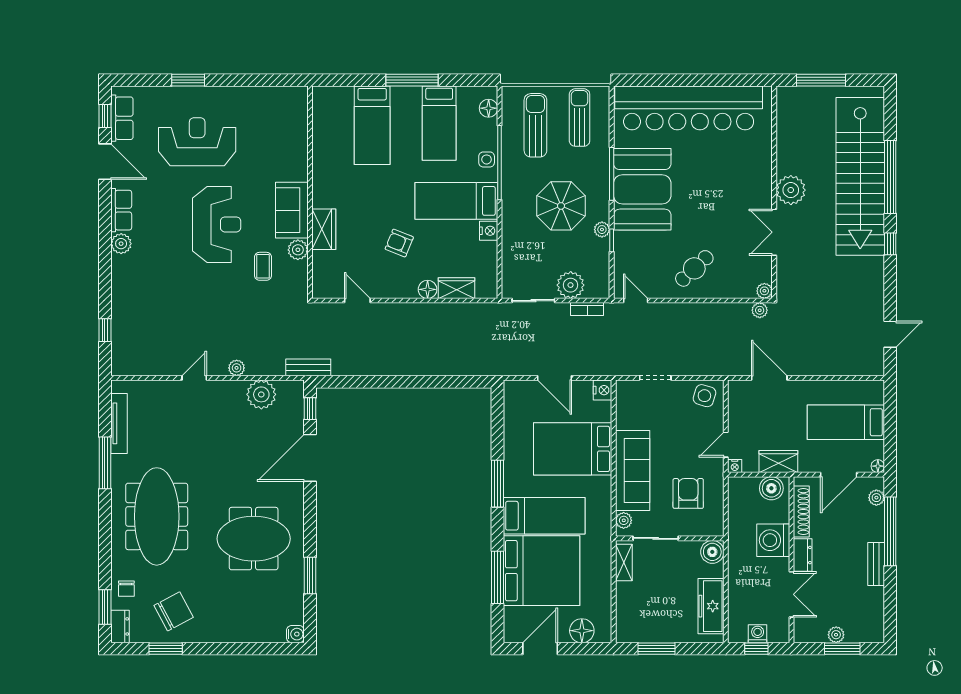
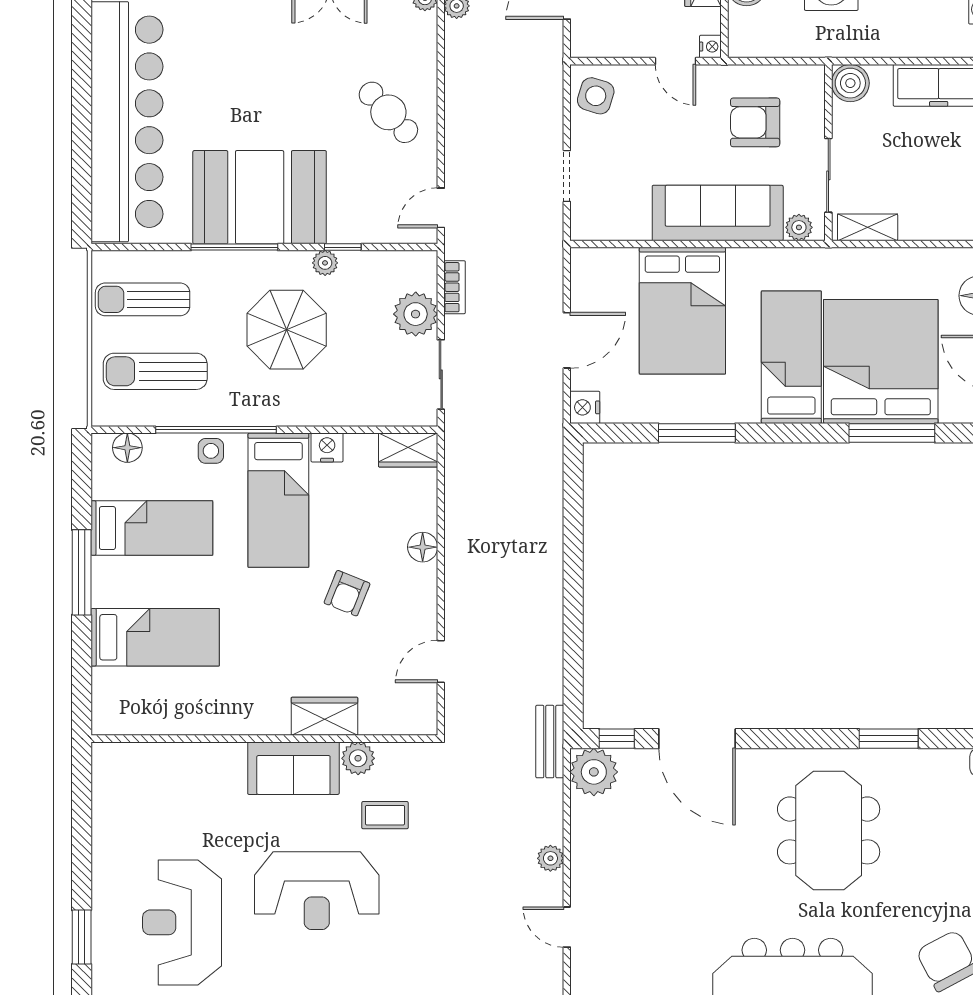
reception desk: (217, 224) -> (317, 891), turned 180
wardrobe: (456, 288) -> (408, 450), moved, turned -90
nightstand: (603, 390) -> (585, 407), moved, turned -90
plant: (261, 394) -> (594, 772), moved
window: (498, 484) -> (697, 433), moved

